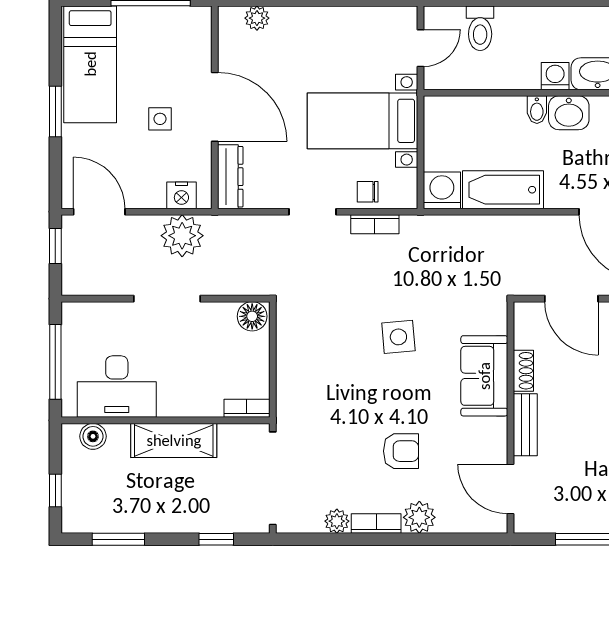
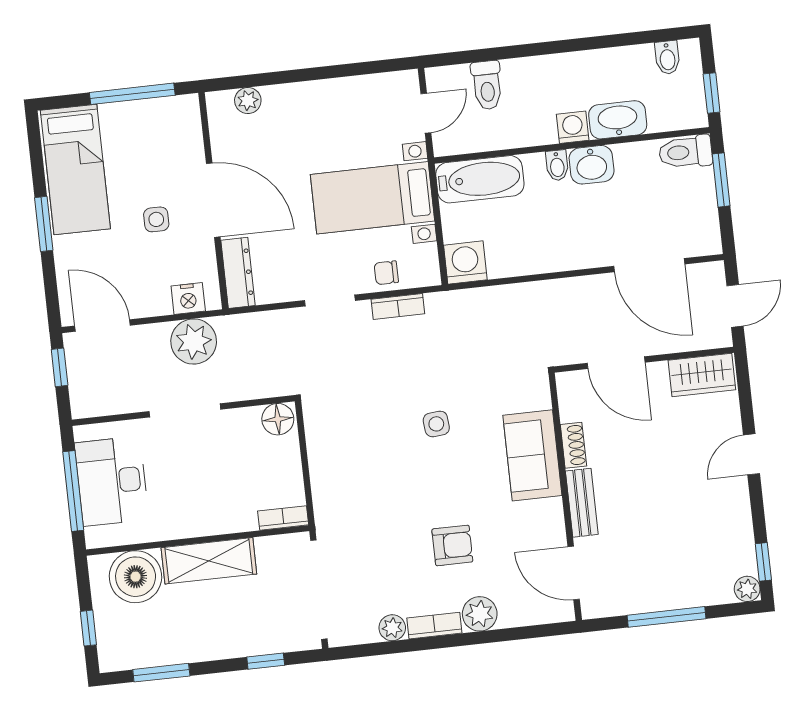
bathtub: (503, 190) -> (480, 179), moved, turned 180
side table: (398, 337) -> (436, 424), width x0.73, depth x0.73
desk: (117, 387) -> (112, 481), moved, turned 90
boiler: (93, 436) -> (136, 577), width x1.86, depth x1.86

